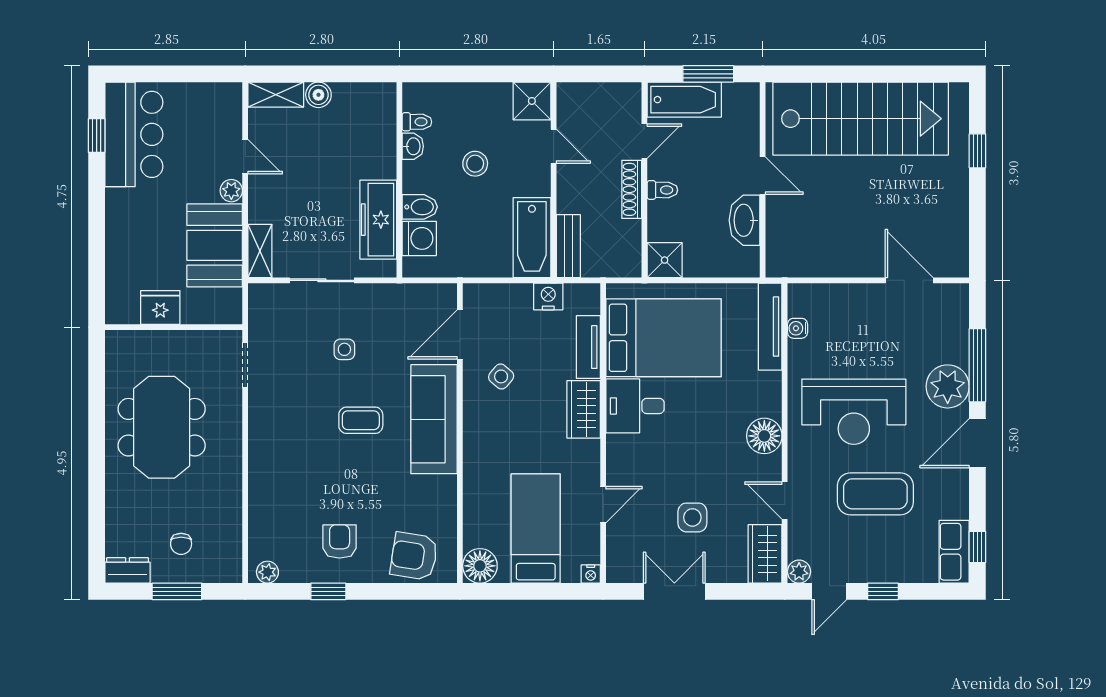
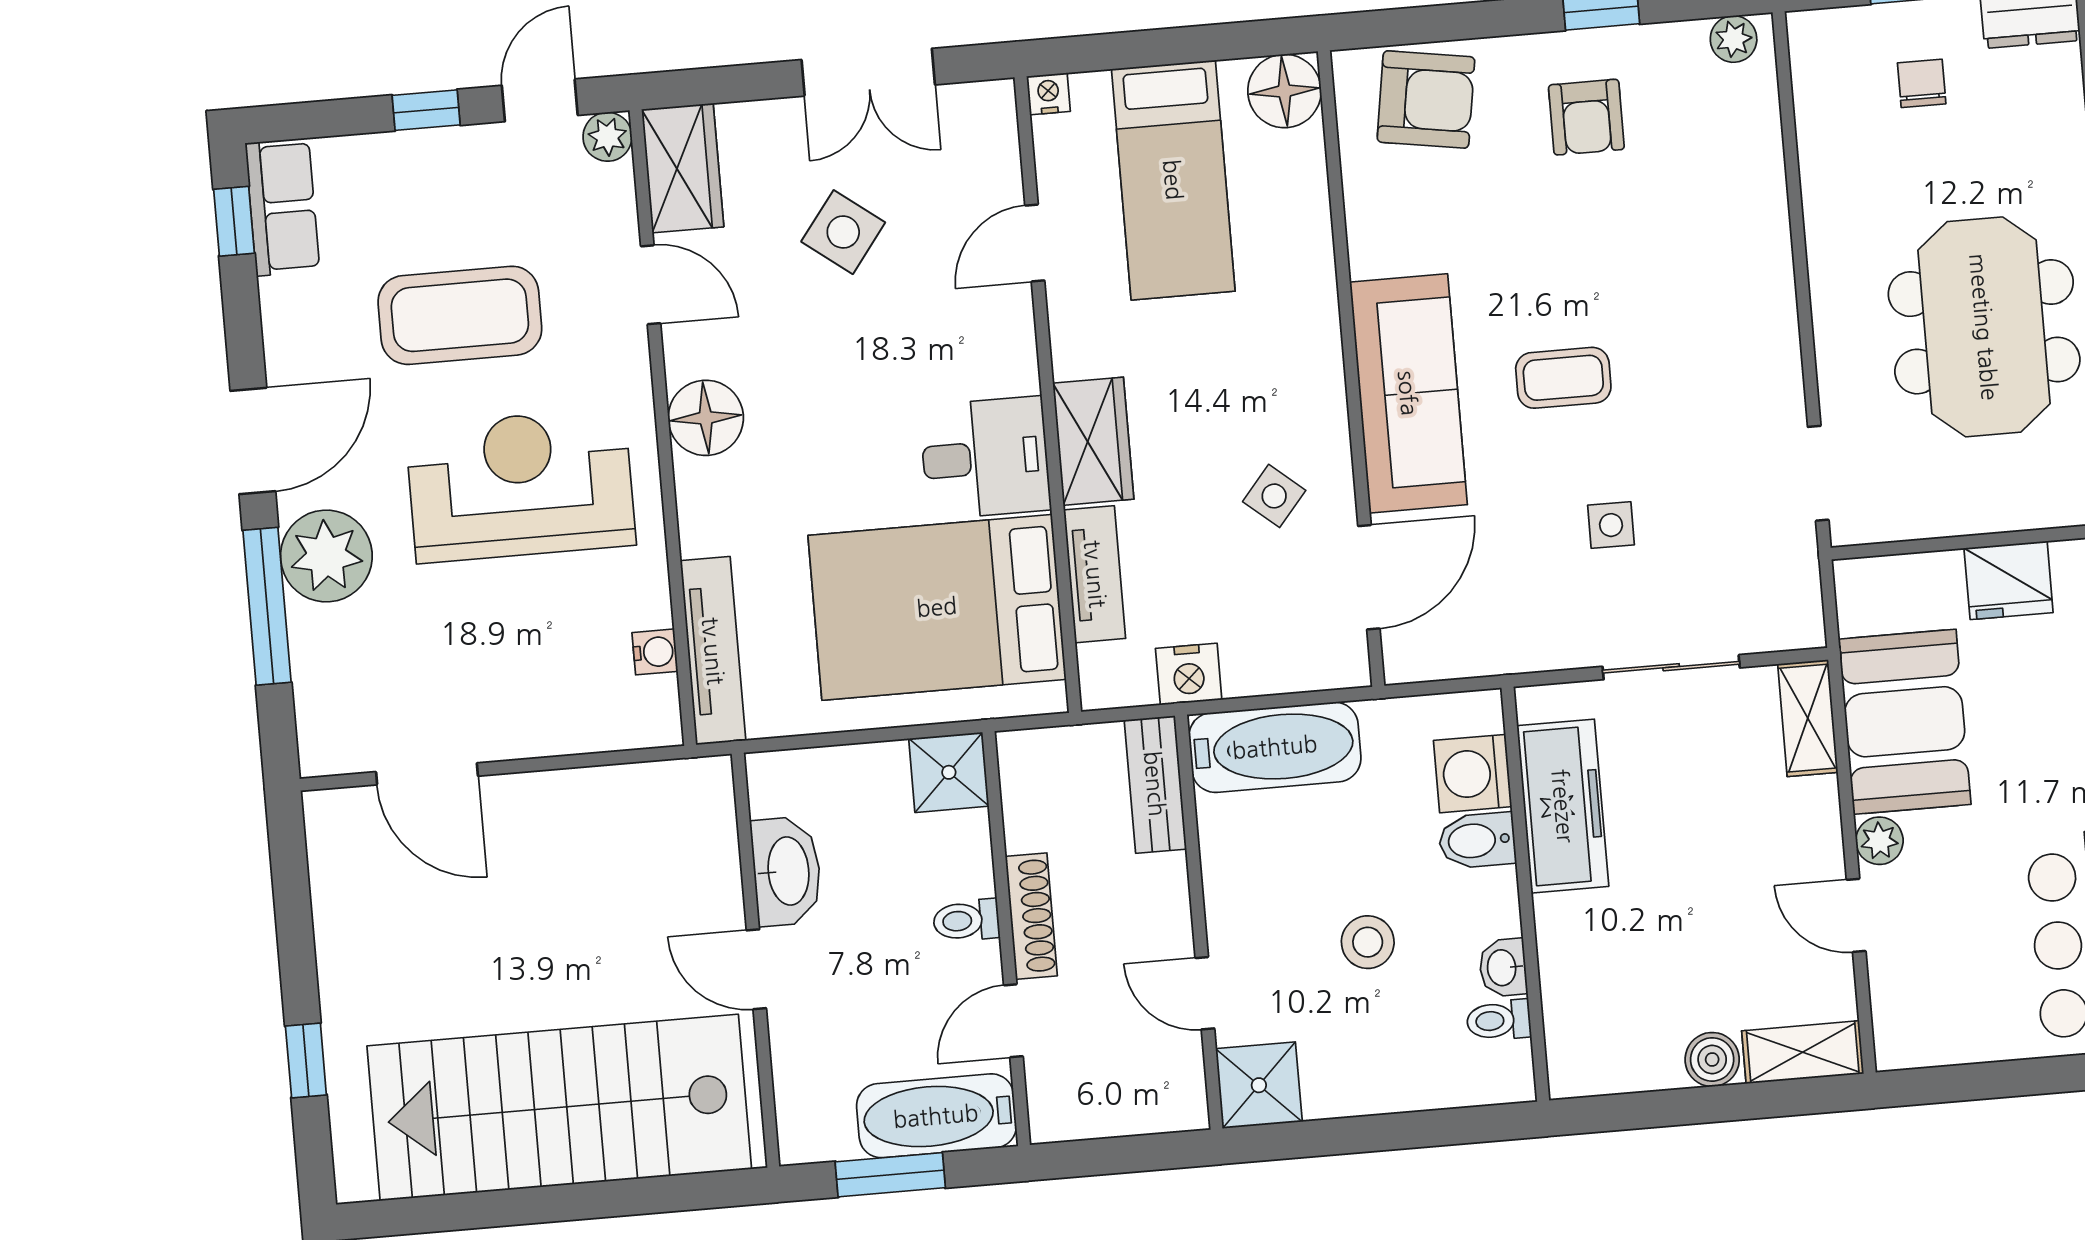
bathtub: (532, 238) -> (1275, 747), moved, turned 90
side table: (692, 517) -> (843, 232), turned 37

